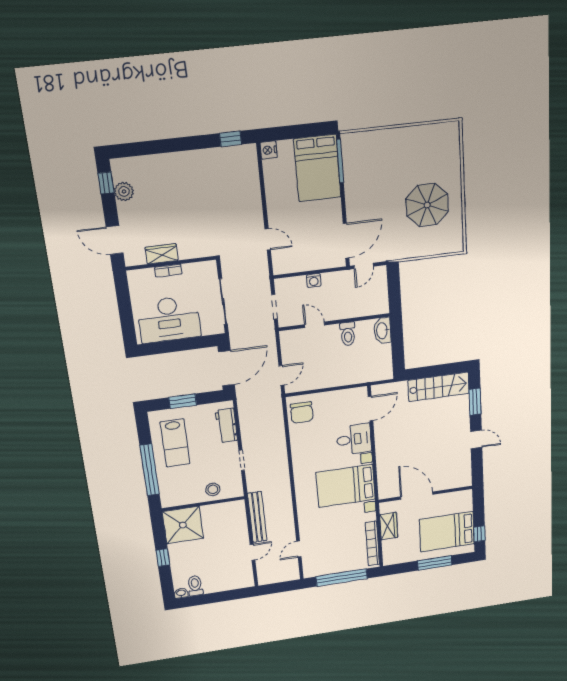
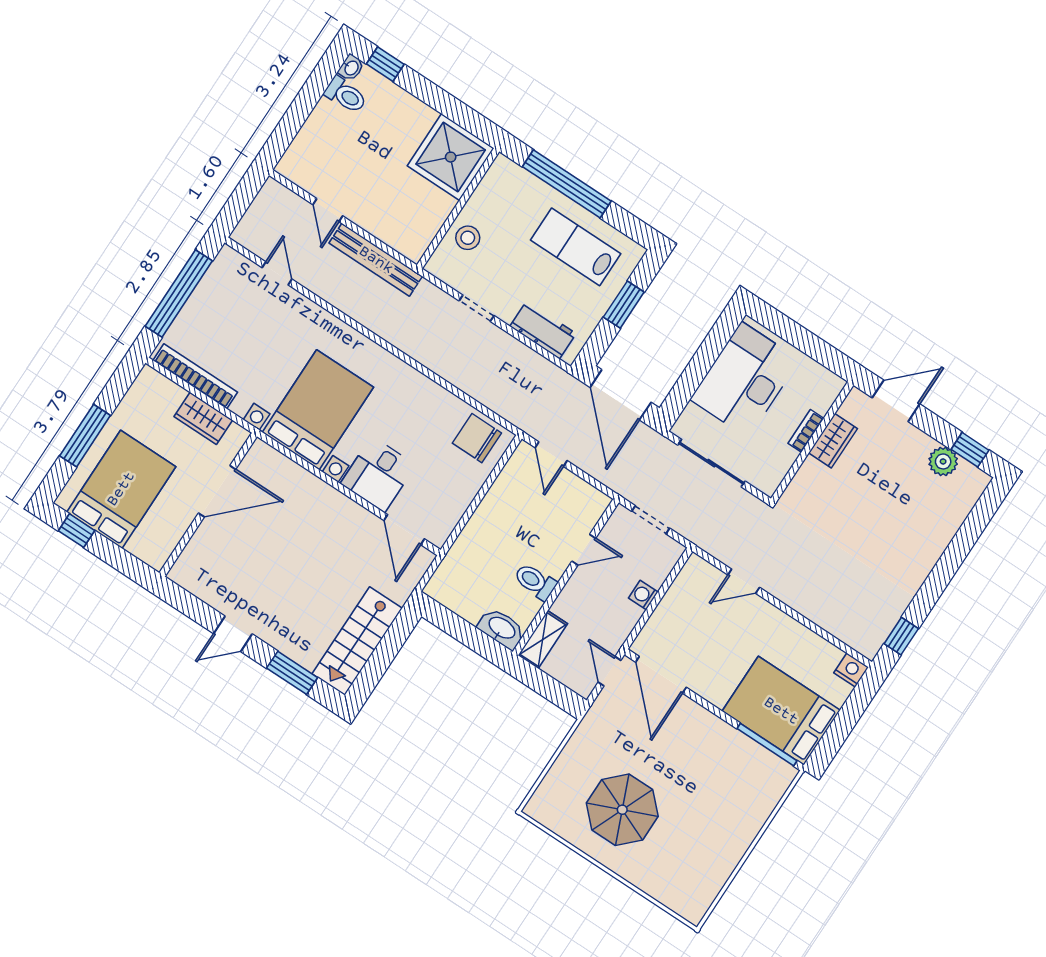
shelving: (373, 308) -> (543, 640), added
window: (163, 558) -> (385, 64), moved

